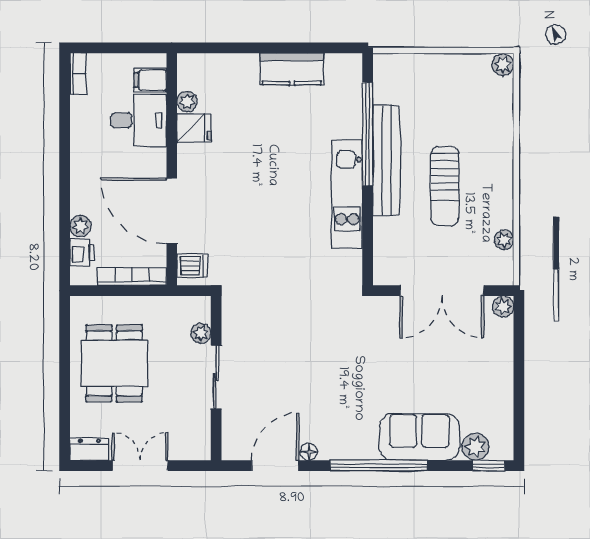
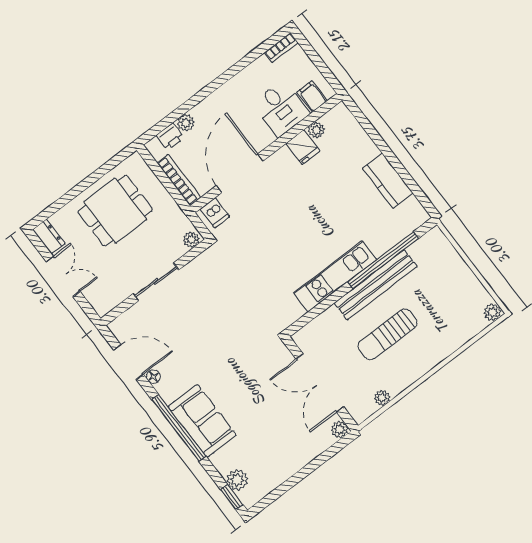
plant: (201, 333) -> (191, 240), moved
sofa: (419, 437) -> (202, 421), moved

